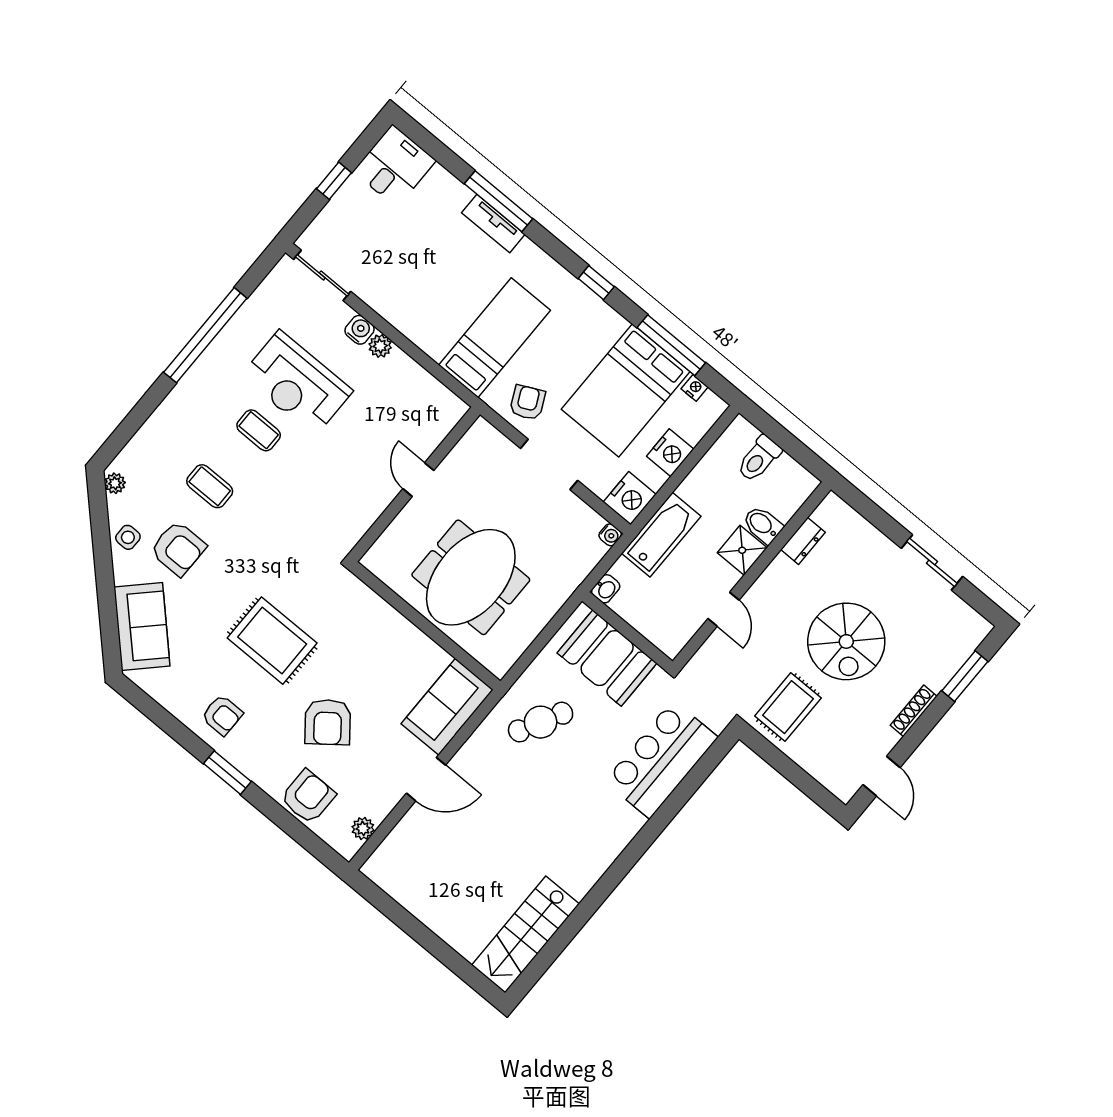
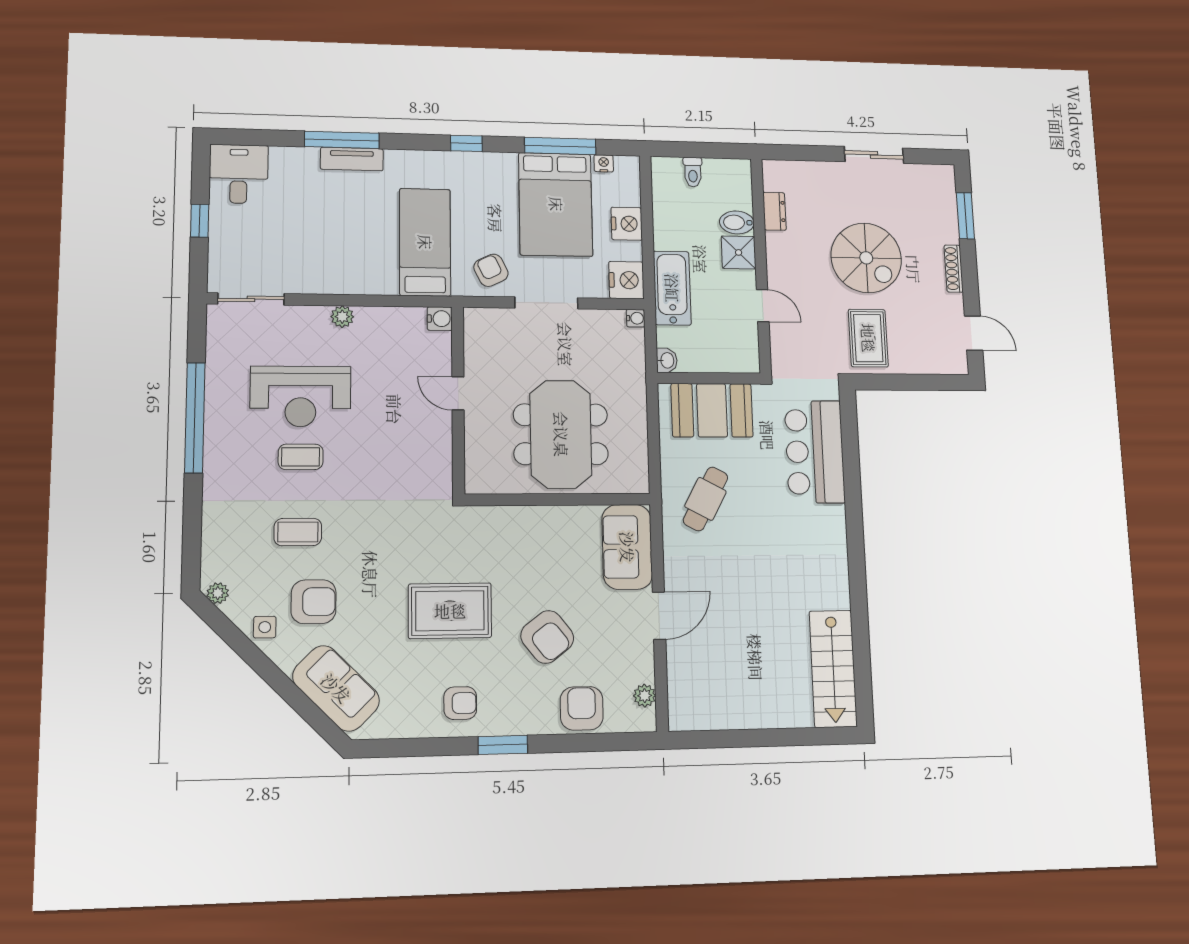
water cooler: (360, 330) -> (440, 319), moved, turned 90
toilet: (759, 459) -> (693, 172), width x0.73, depth x0.72

